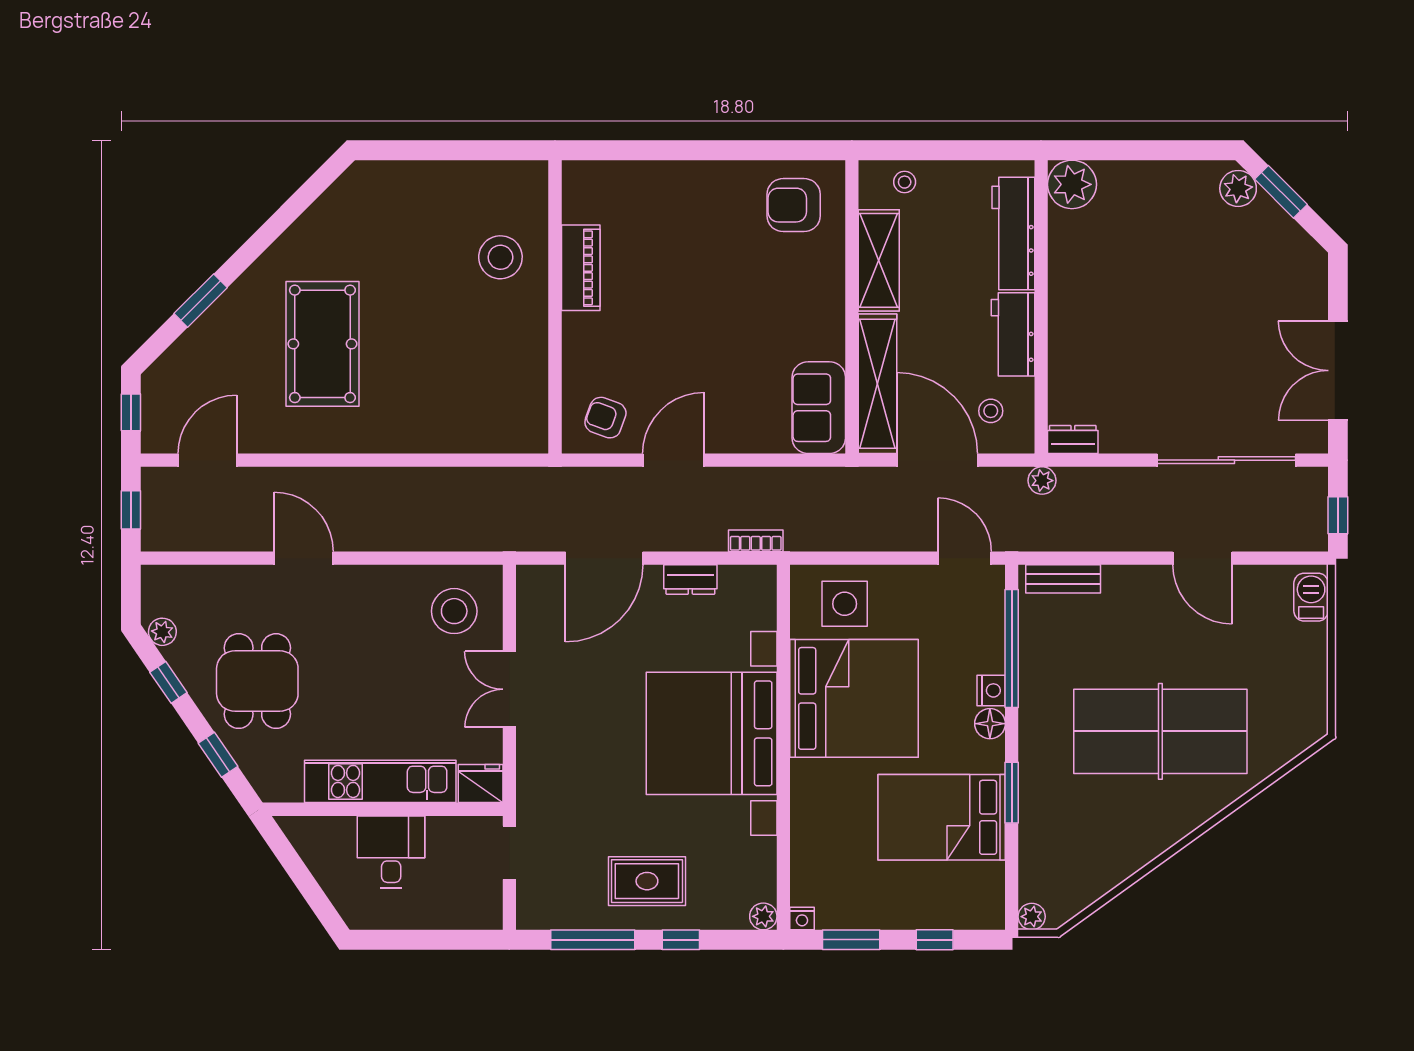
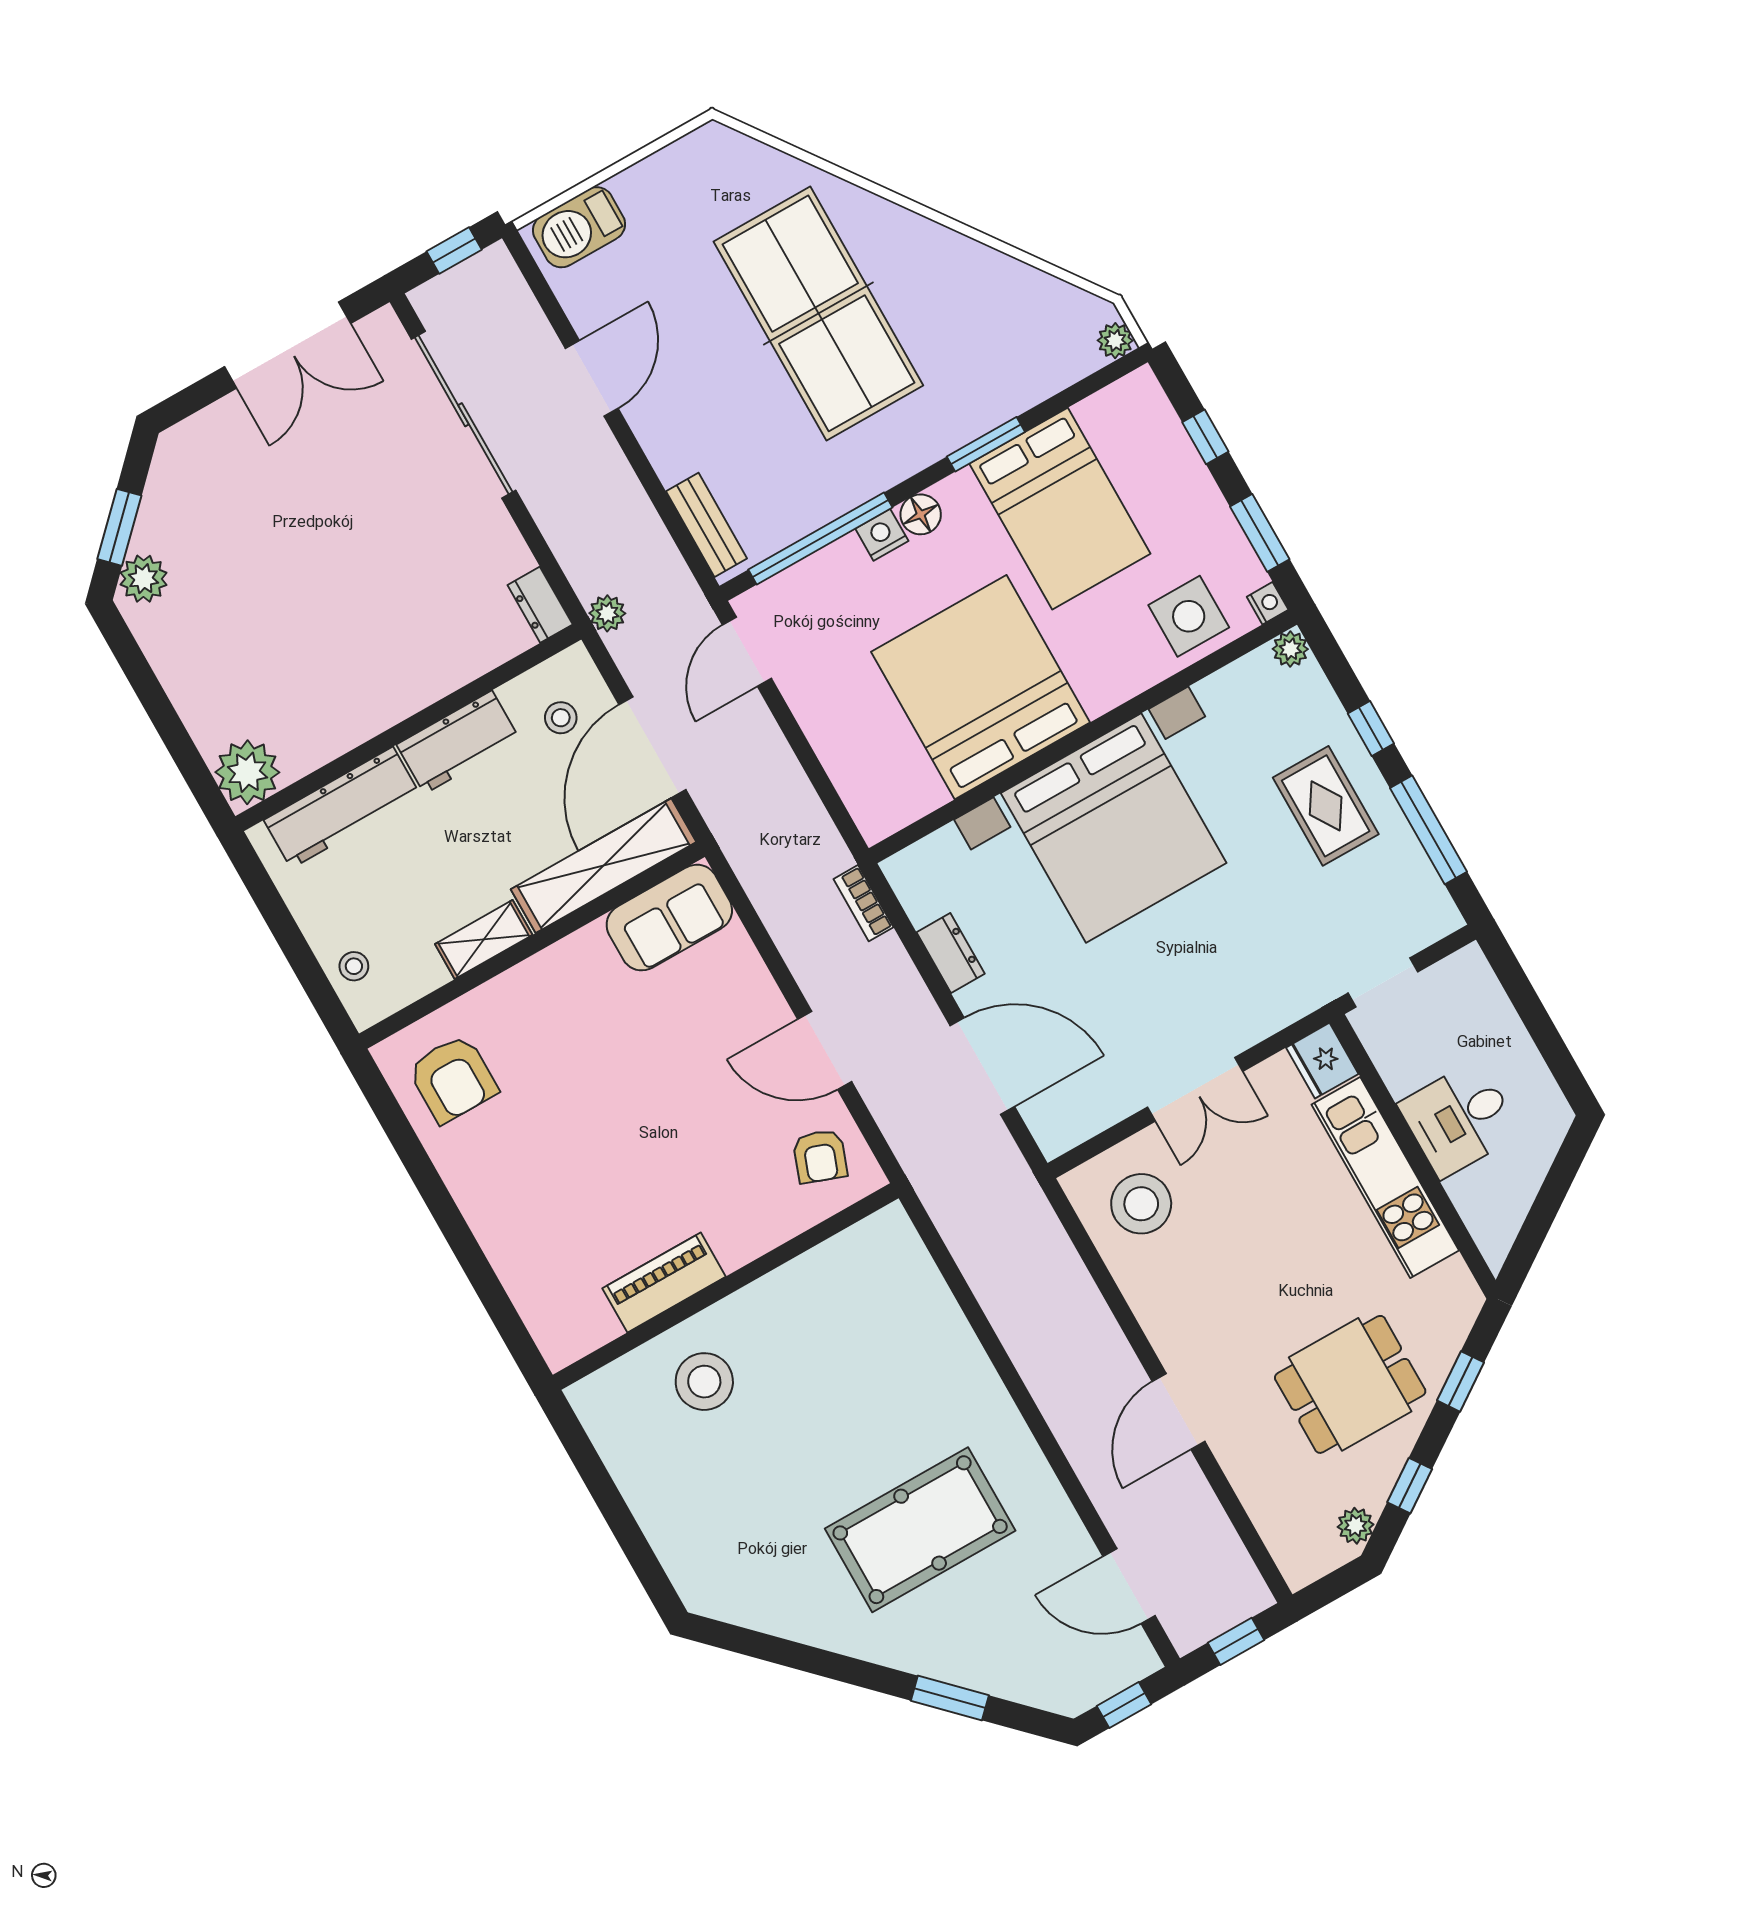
shelving: (879, 260) -> (484, 940), width x0.67, depth x0.75
barbecue: (1311, 597) -> (579, 227), width x1.38, depth x1.27
side table: (845, 604) -> (1189, 616), moved

